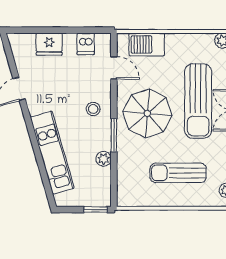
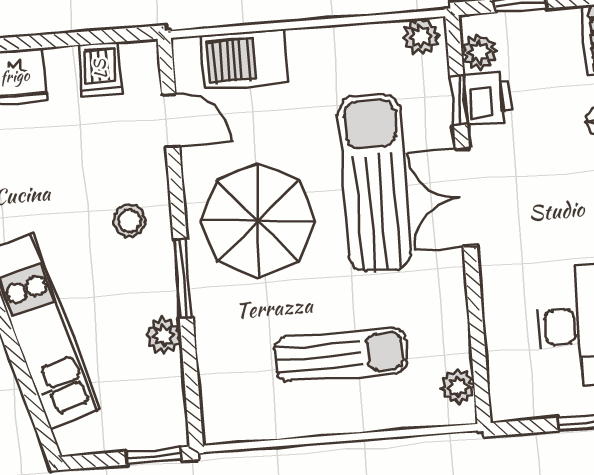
sun lounger: (198, 101) -> (375, 183), turned 180
sun lounger: (178, 173) -> (341, 355), turned 180

